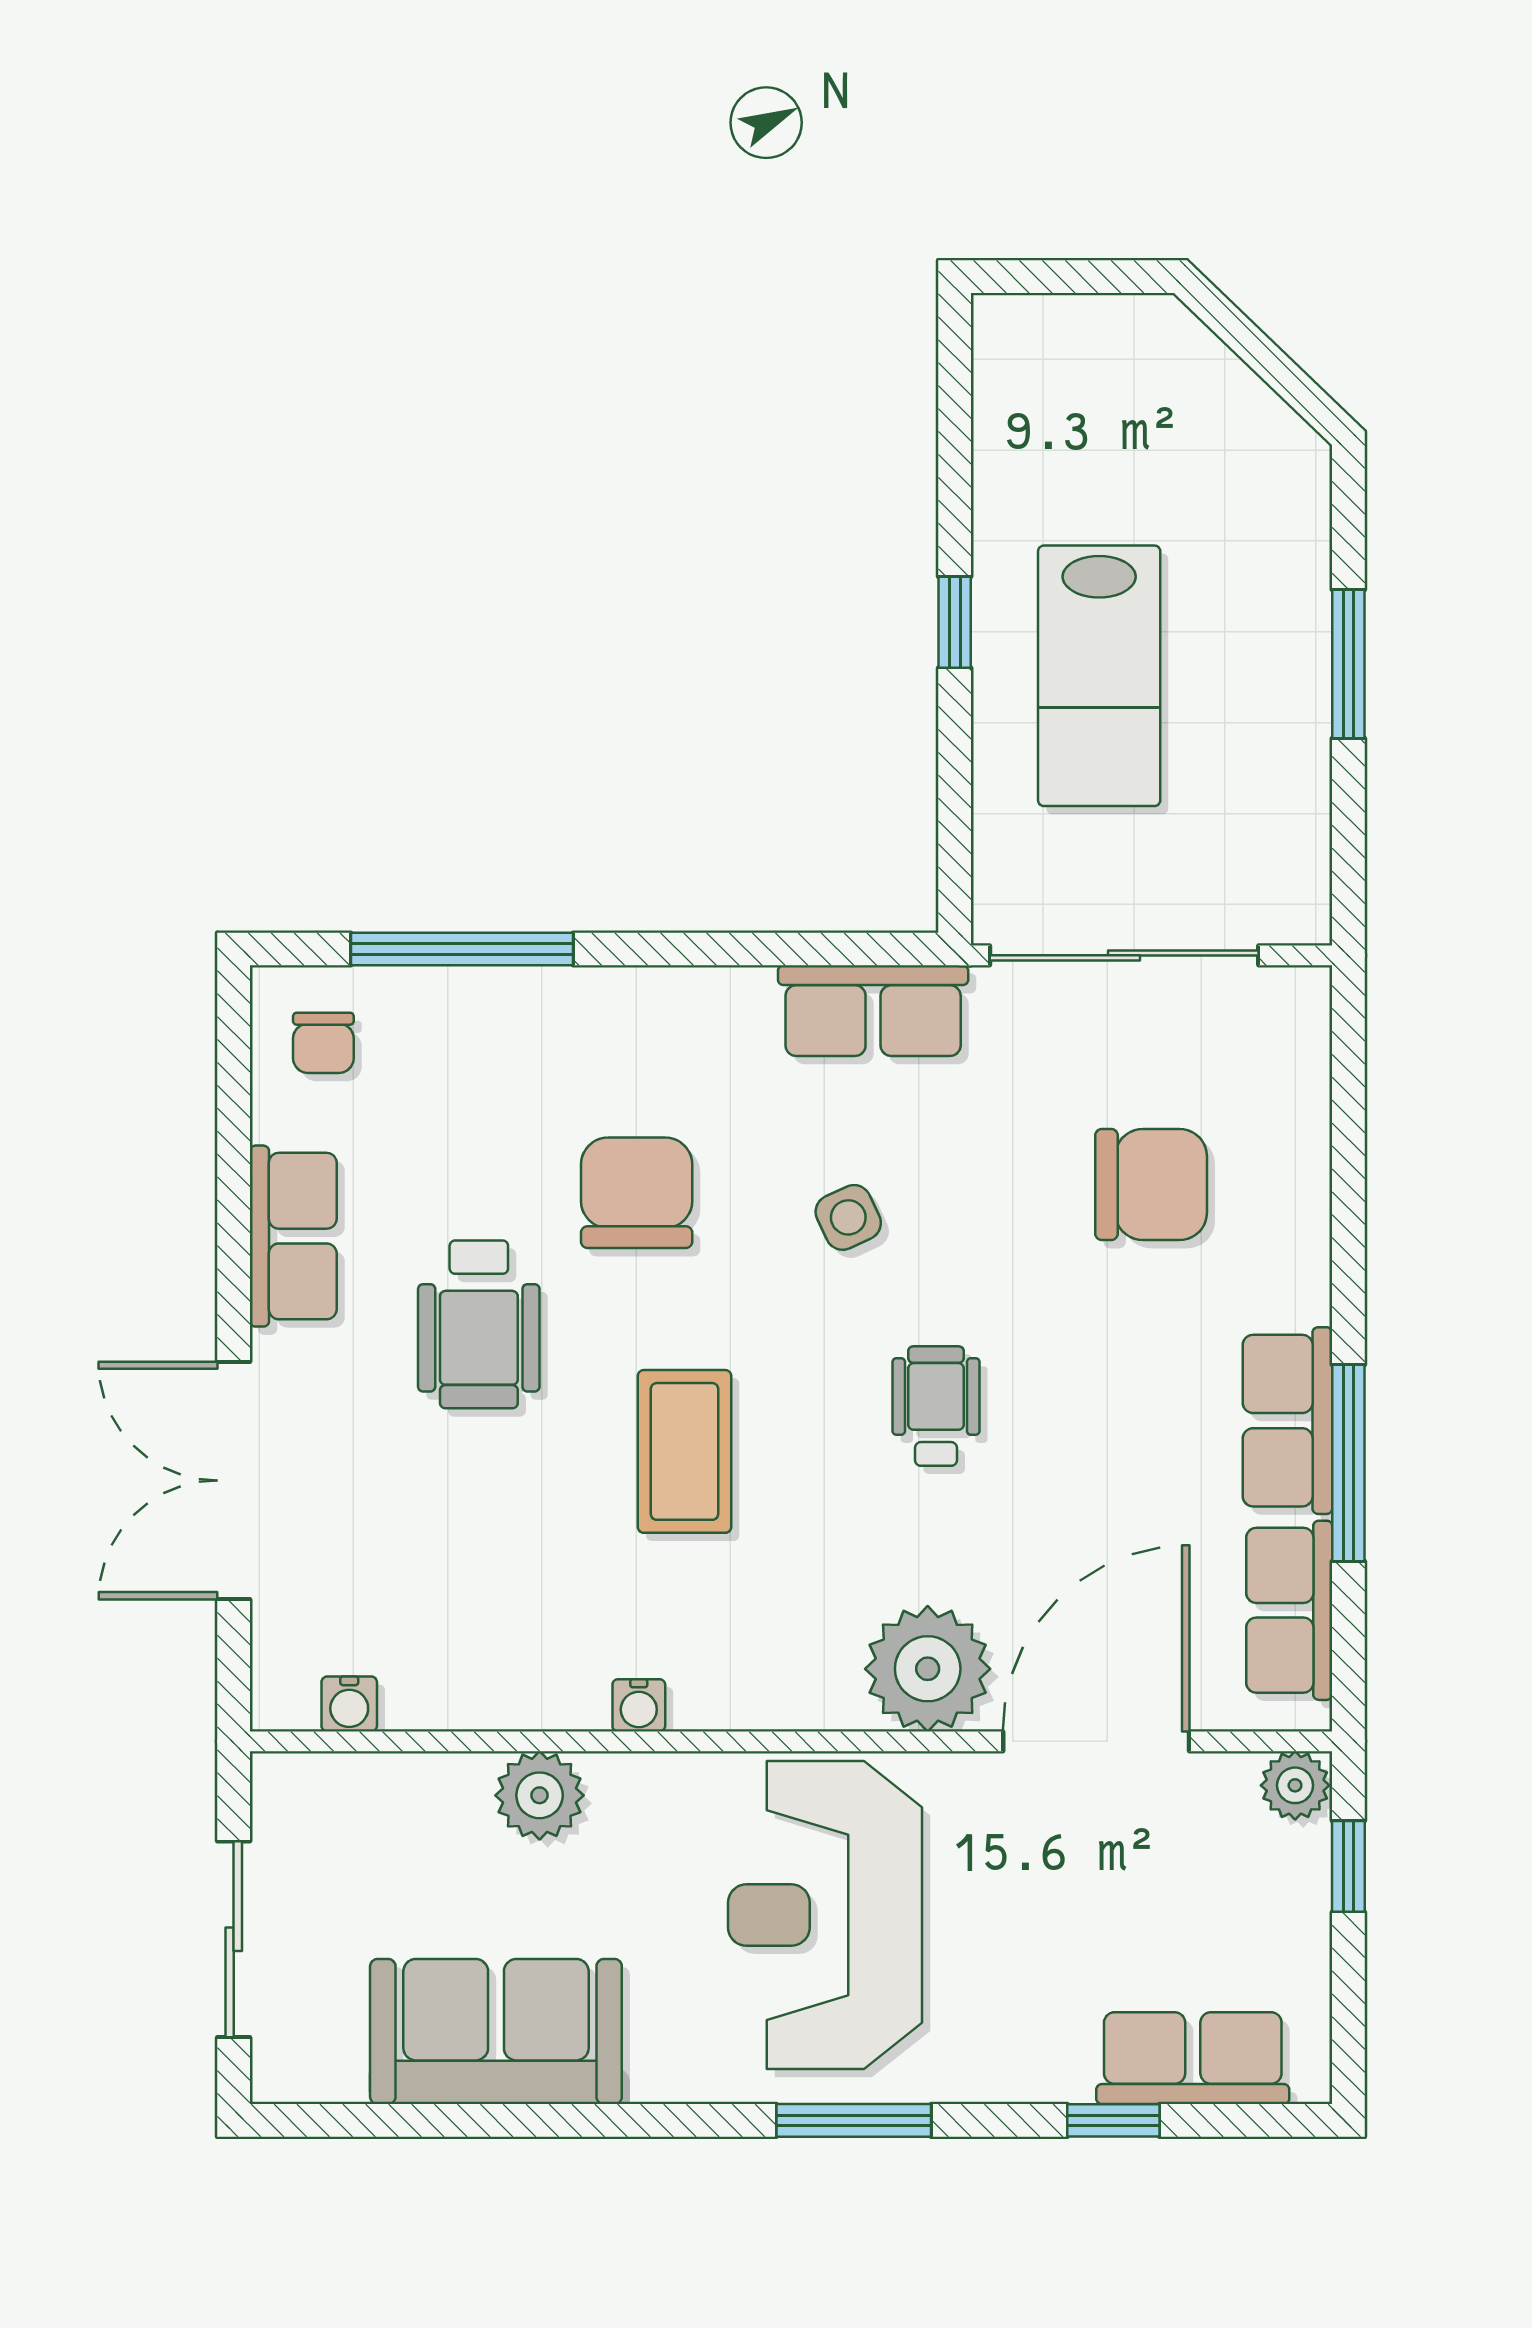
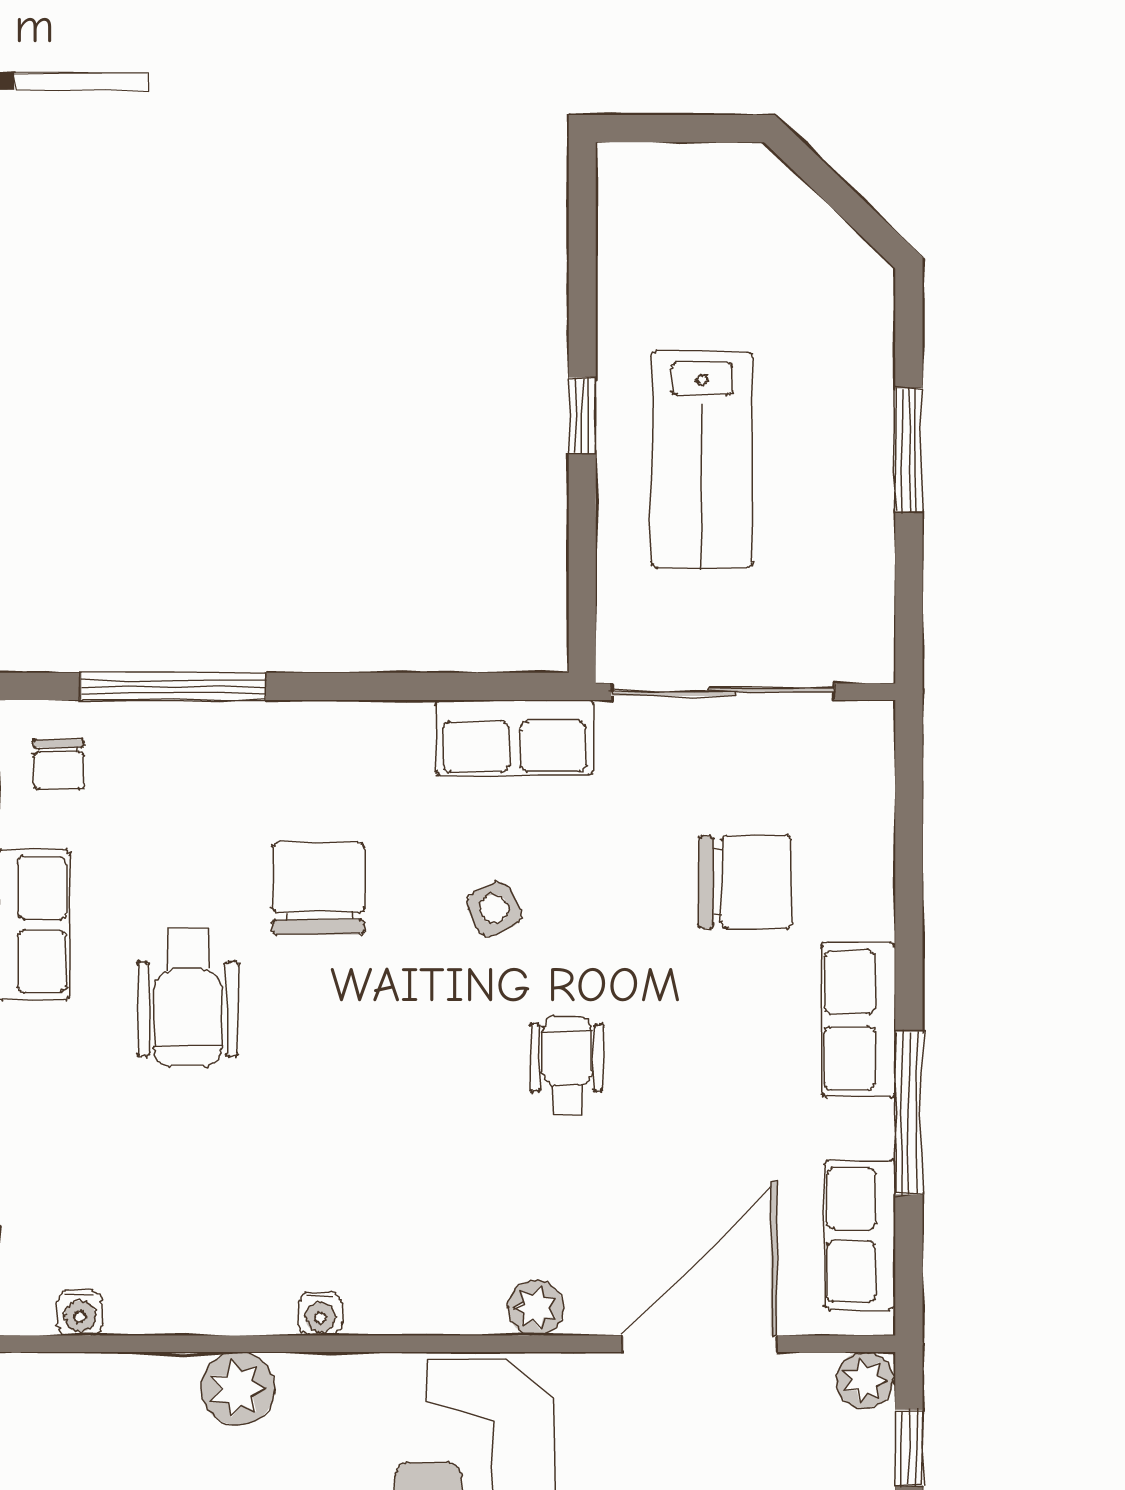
row of seats: (1288, 1421) -> (858, 1020), moved
coffee table: (684, 1451) -> (358, 1103), removed
plant: (928, 1669) -> (536, 1308), width x0.53, depth x0.53

